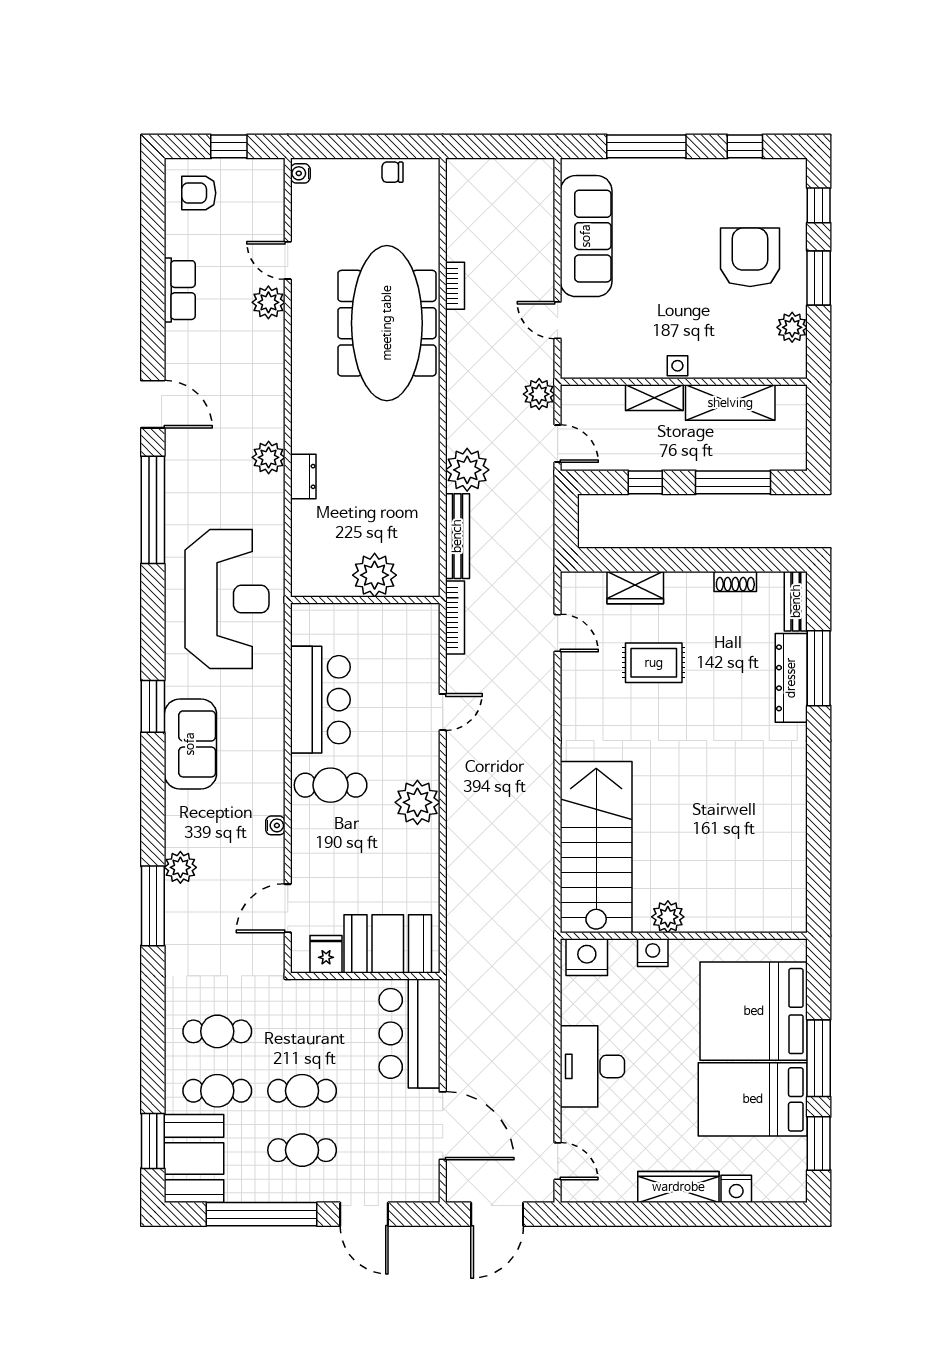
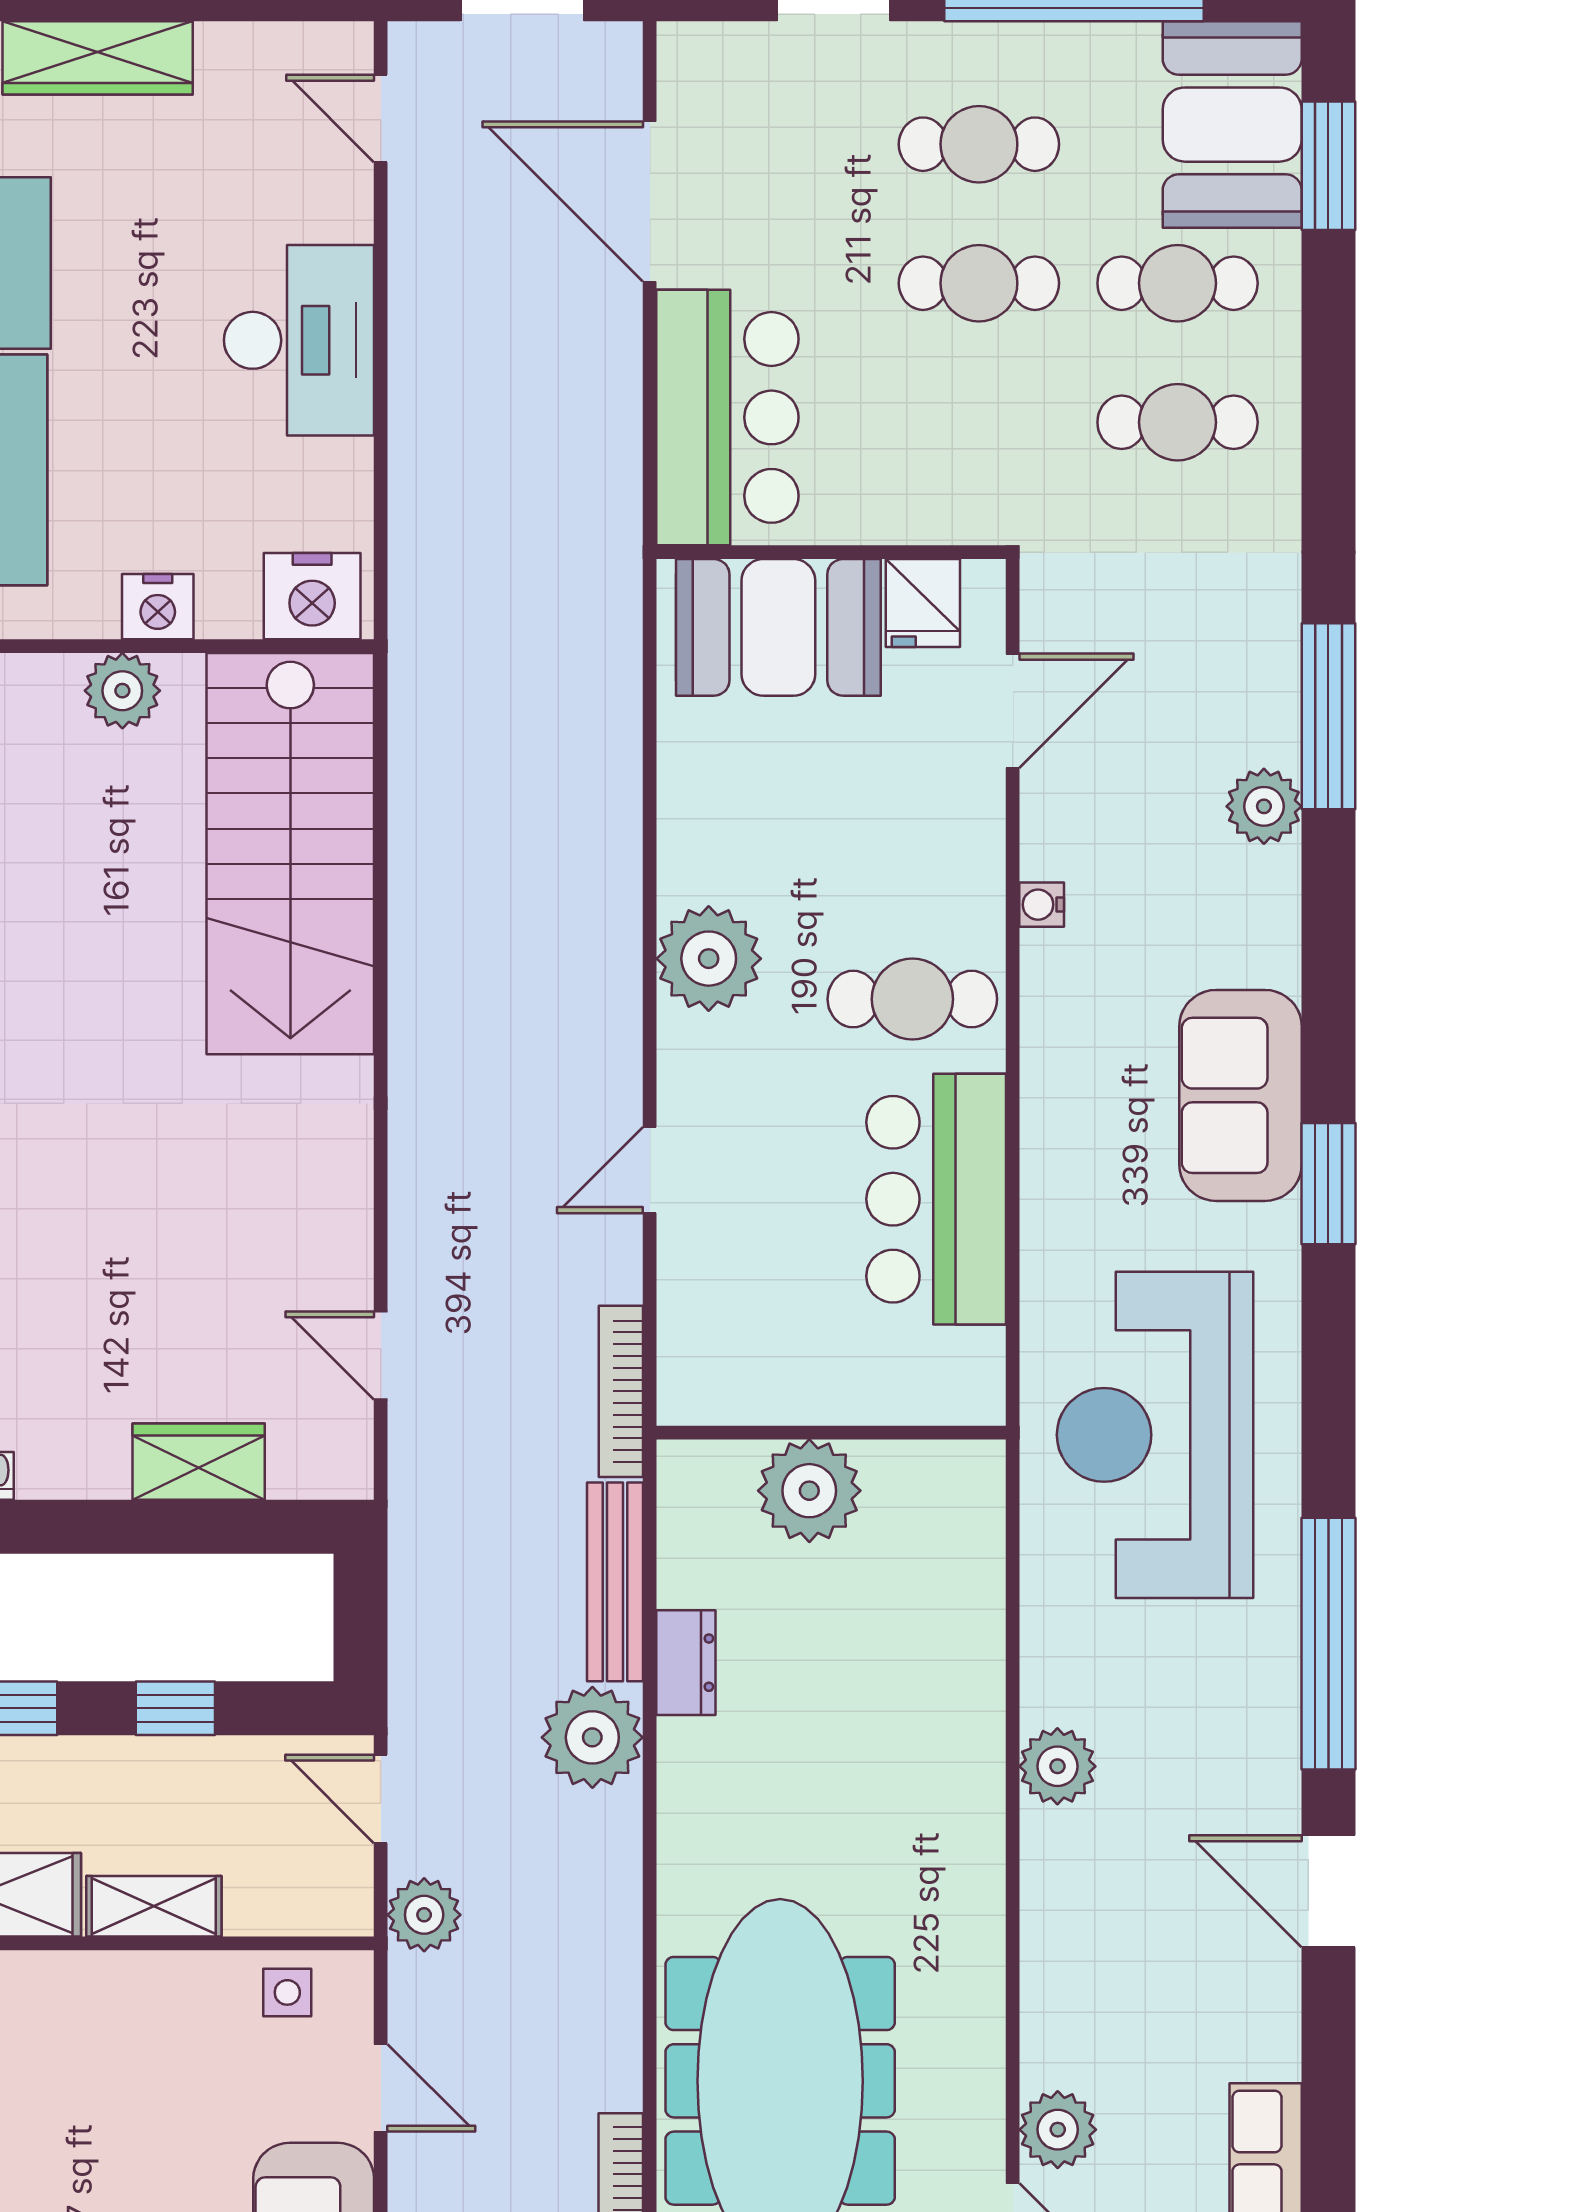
side table: (677, 366) -> (287, 1992), moved
dresser: (303, 476) -> (686, 1663), moved, turned 180
rug: (654, 663) -> (155, 1285), removed

